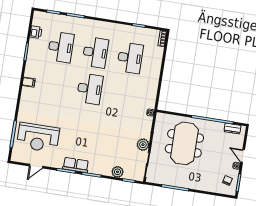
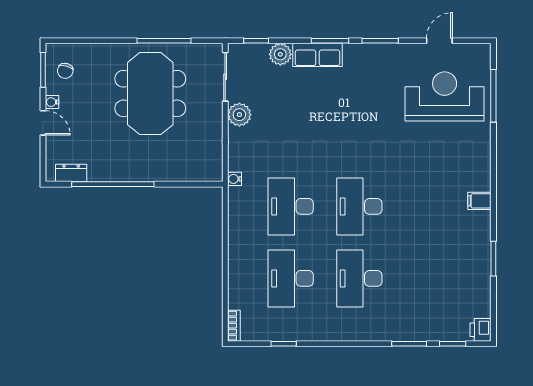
printer: (36, 32) -> (481, 330), moved
desk: (61, 47) -> (291, 206), moved
meeting table: (184, 143) -> (150, 94), moved
row of seats: (76, 165) -> (317, 55), moved

